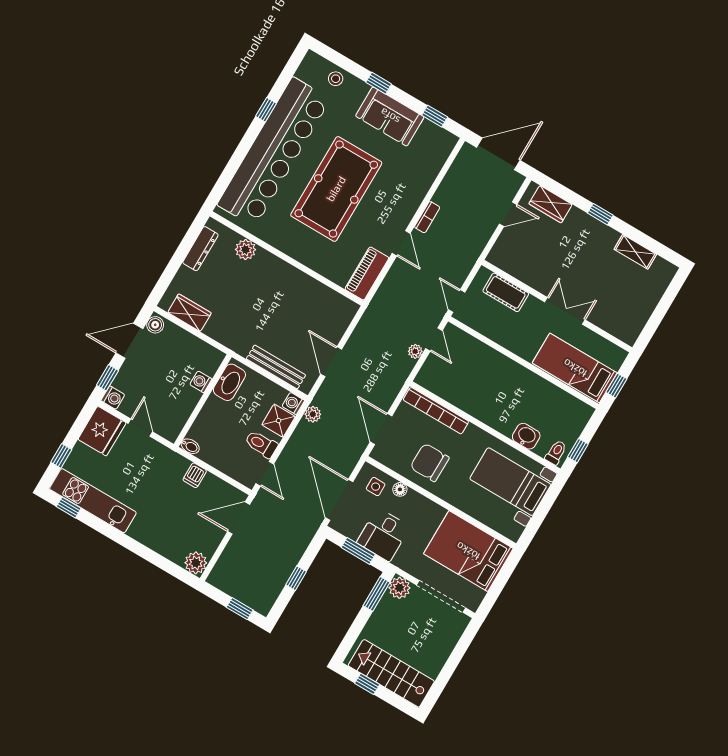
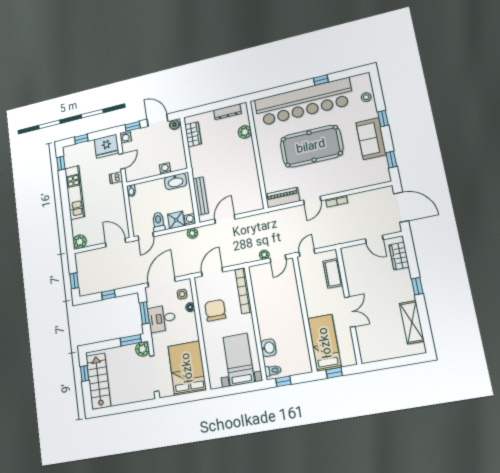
shelving: (635, 252) -> (412, 322), width x1.50, depth x1.33
dishwasher: (195, 475) -> (116, 178), moved
kitchen unit: (93, 501) -> (75, 193), moved

